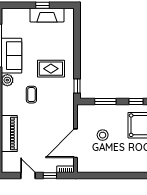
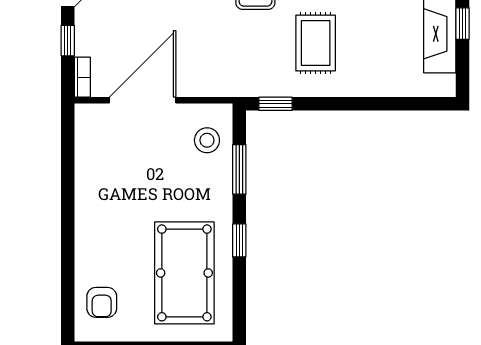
stool: (103, 135) -> (207, 140), moved
door: (76, 143) -> (143, 100), hinge flipped

